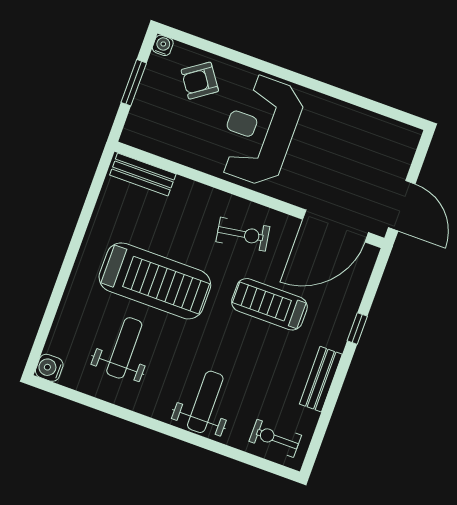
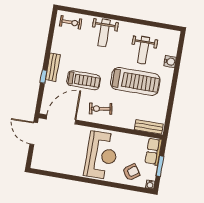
row of seats: (142, 118) -> (154, 151), added
treadmill: (155, 281) -> (135, 82), turned 180
water cooler: (49, 368) -> (170, 62), moved
bench: (321, 379) -> (53, 67), moved

